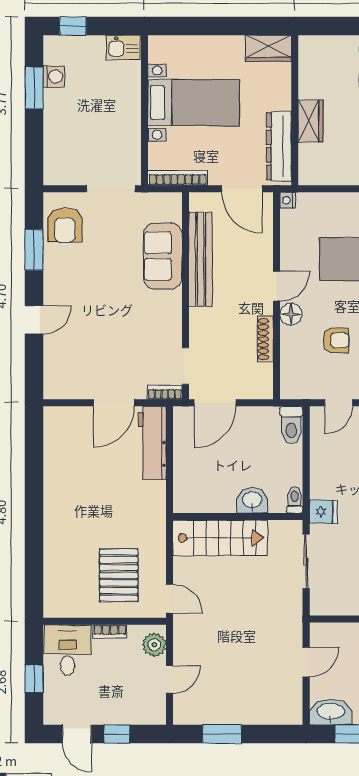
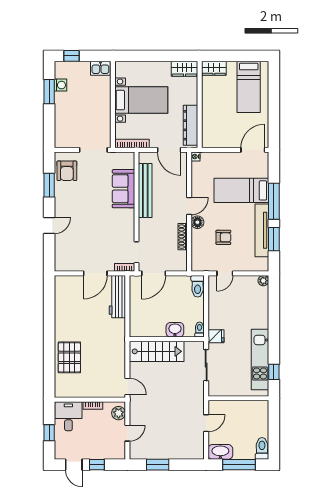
wardrobe: (310, 121) -> (214, 68), moved, turned 90
pallet: (119, 575) -> (69, 357), moved

